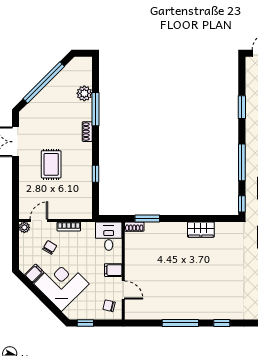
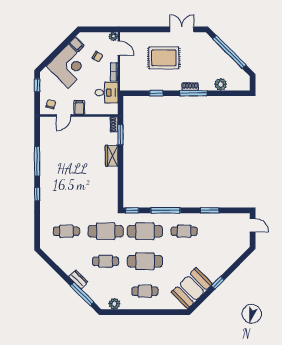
window: (95, 109) -> (193, 93), moved
rug: (51, 164) -> (164, 58), width x1.36, depth x1.43
wardrobe: (201, 230) -> (112, 156), moved
desk: (109, 236) -> (106, 93), moved

